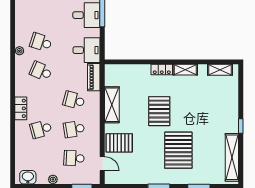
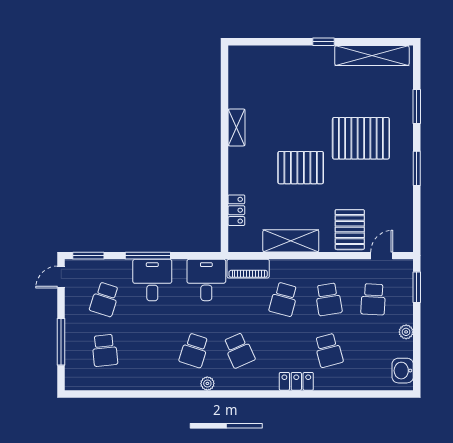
locker: (162, 70) -> (236, 210), moved
shelving: (220, 70) -> (237, 74), removed
school desk: (41, 71) -> (239, 350), turned -48

